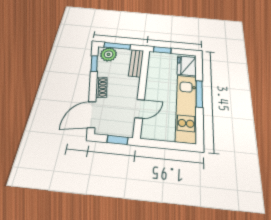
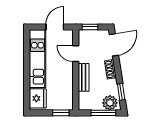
bench: (136, 63) -> (84, 77), moved
window: (199, 94) -> (27, 72), removed
door: (140, 109) -> (76, 54), hinge flipped
door: (163, 145) -> (55, 27), added

